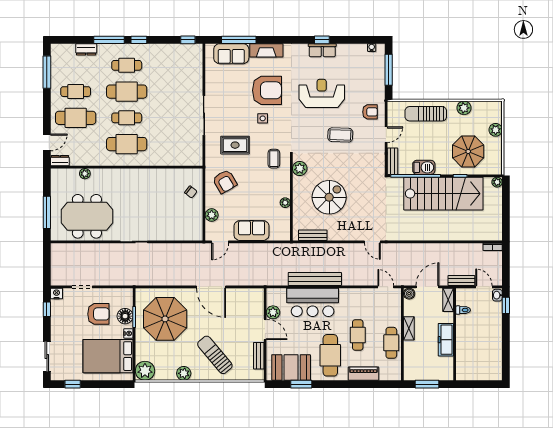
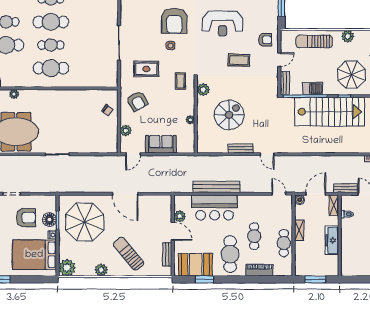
armchair: (267, 90) -> (174, 21), turned 90
reception desk: (322, 93) -> (223, 24), turned 180
bench: (313, 235) -> (241, 148), moved

